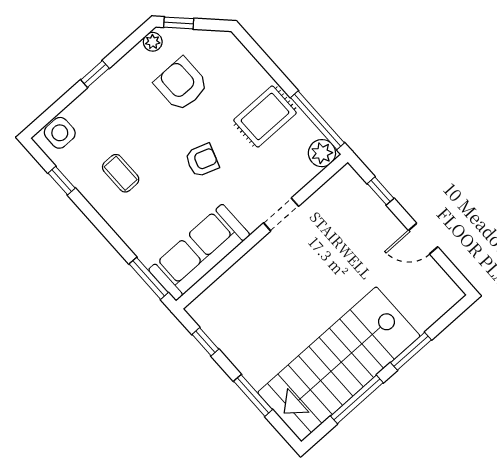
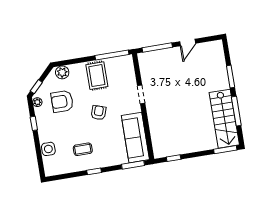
window: (95, 74) -> (34, 123), moved
side table: (60, 133) -> (48, 149), moved
plant: (322, 153) -> (62, 72), moved
window: (62, 181) -> (94, 171), moved
window: (381, 191) -> (157, 48), width x2.17
stairs: (339, 364) -> (224, 119), width x0.73, depth x0.66
window: (253, 395) -> (225, 150), moved

